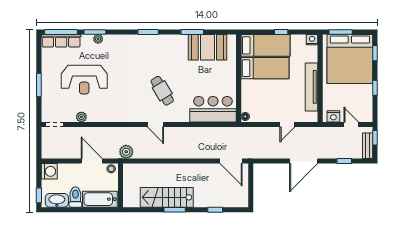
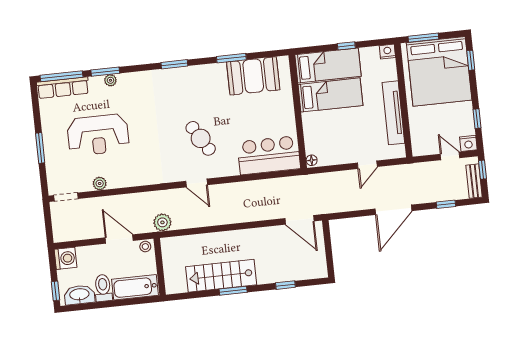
window: (375, 88) -> (477, 119), moved
nightstand: (333, 116) -> (468, 143), moved

